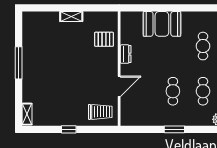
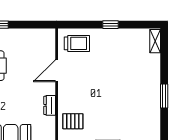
window: (19, 63) -> (164, 96), width x0.69
trolley: (100, 112) -> (77, 43), turned 180

